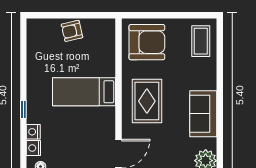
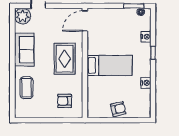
coffee table: (201, 41) -> (27, 88), moved
armchair: (147, 42) -> (65, 101), width x0.53, depth x0.53
nightstand: (33, 148) -> (146, 83), moved

